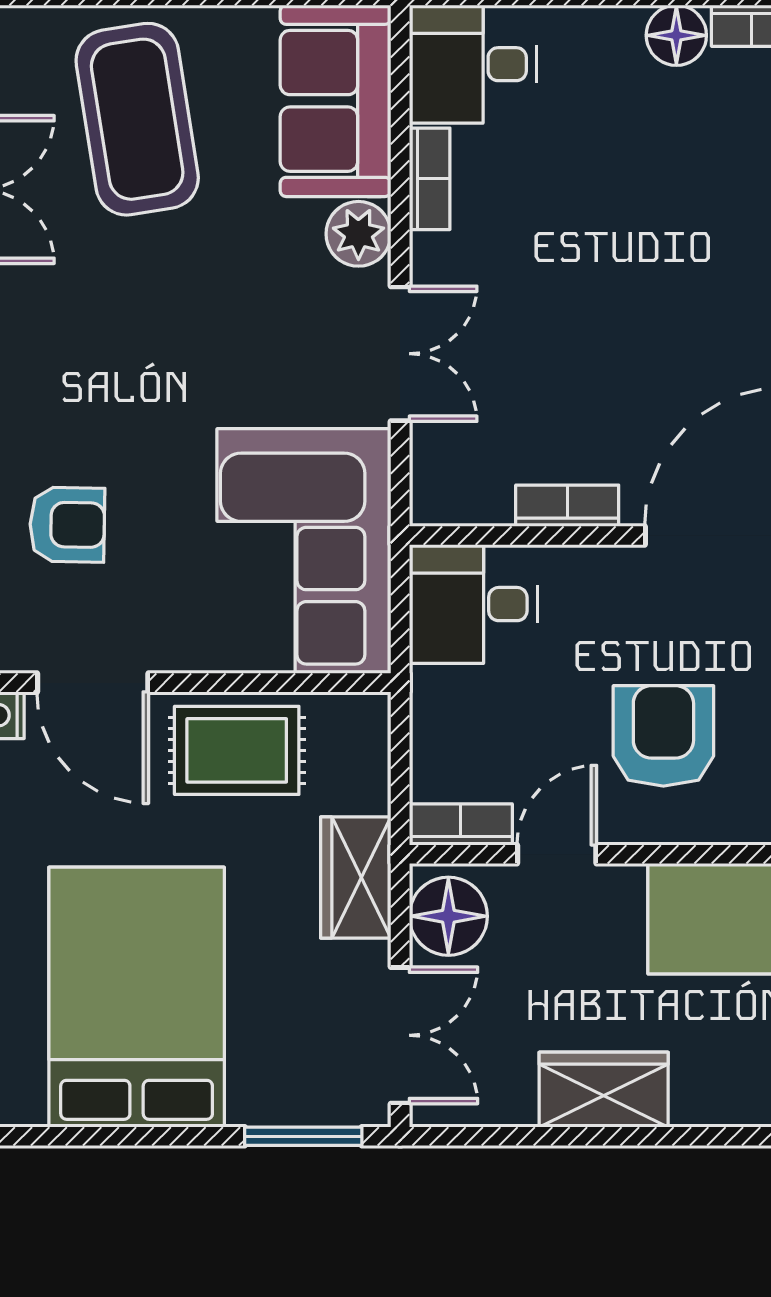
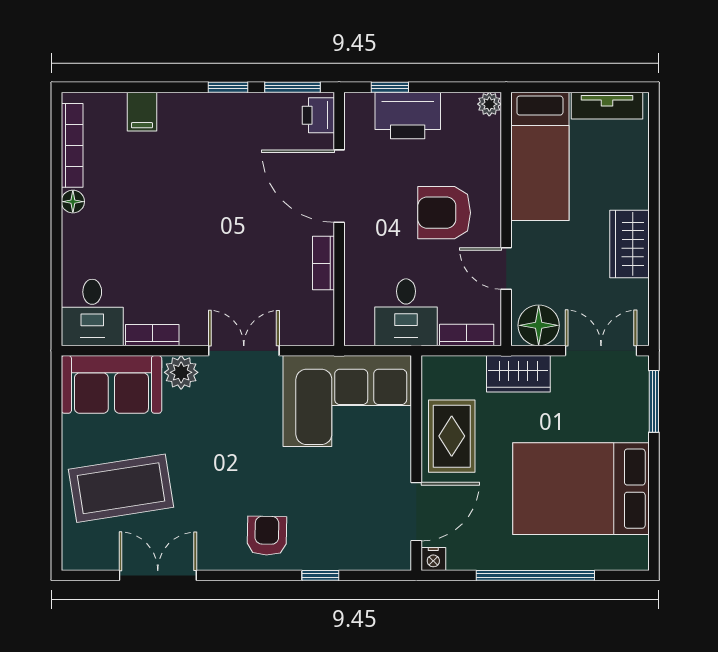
floor lamp: (676, 35) -> (73, 202), width x0.73, depth x0.73
armchair: (67, 525) -> (267, 536), moved
desk: (473, 604) -> (406, 312), moved
bookcase: (461, 824) -> (467, 335), moved, turned 90

